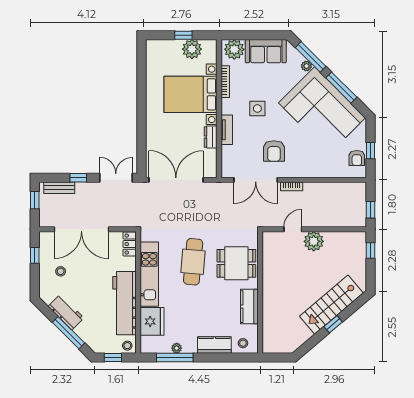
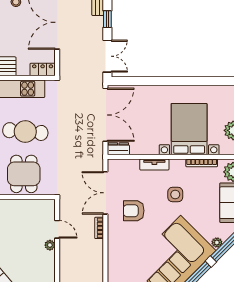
dresser: (211, 137) -> (118, 149), moved
plant: (314, 241) -> (50, 245), width x0.53, depth x0.53

